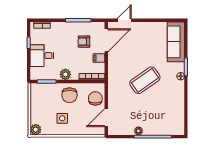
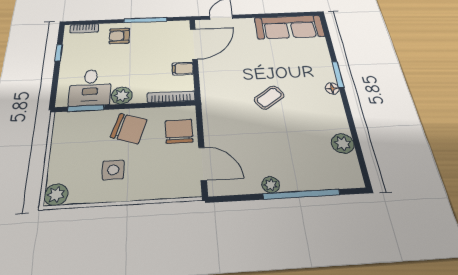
armchair: (84, 42) -> (119, 36), moved
sofa: (176, 42) -> (289, 27), moved, turned -90
desk: (42, 56) -> (90, 87), moved, turned -90
coffee table: (145, 80) -> (269, 98), width x0.54, depth x0.58
chair: (70, 95) -> (129, 128), turned -72
plant: (179, 111) -> (343, 144), added
door: (106, 118) -> (203, 164), swing flipped

